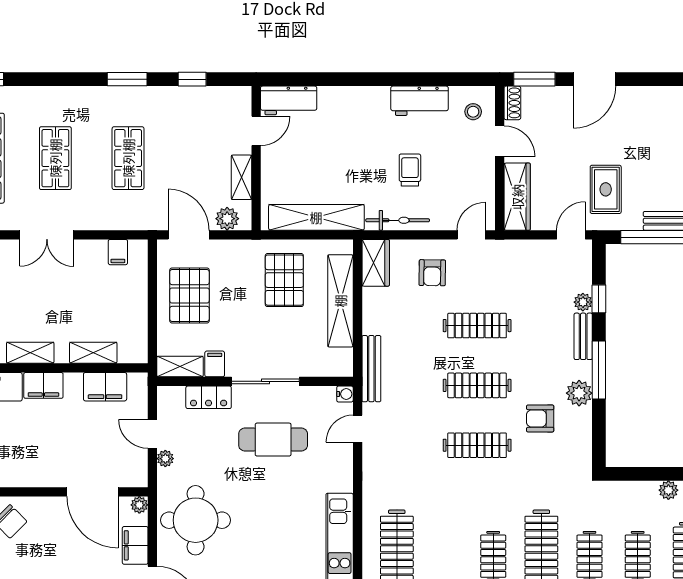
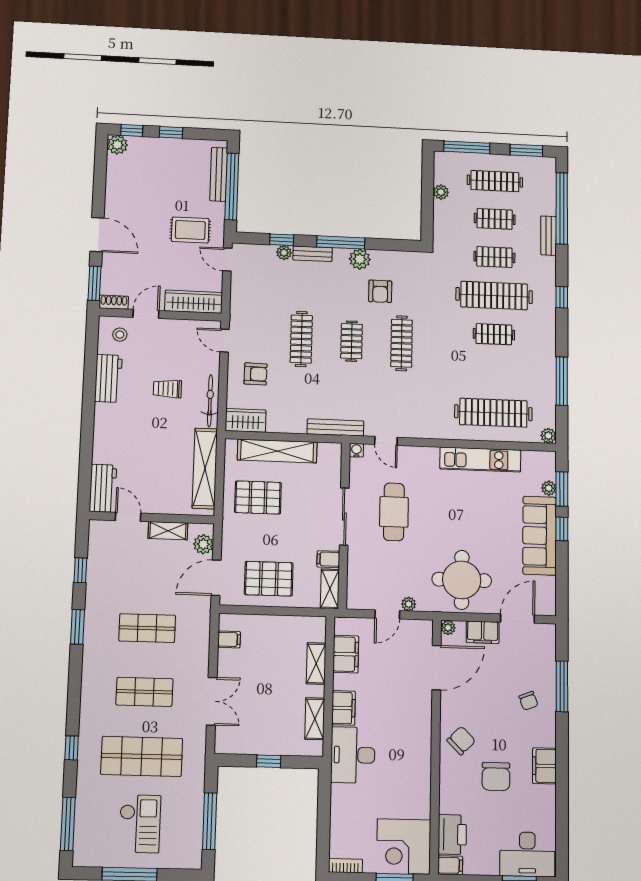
clothes rail: (477, 385) -> (351, 341), width x0.73
locker: (209, 397) -> (357, 565), removed

